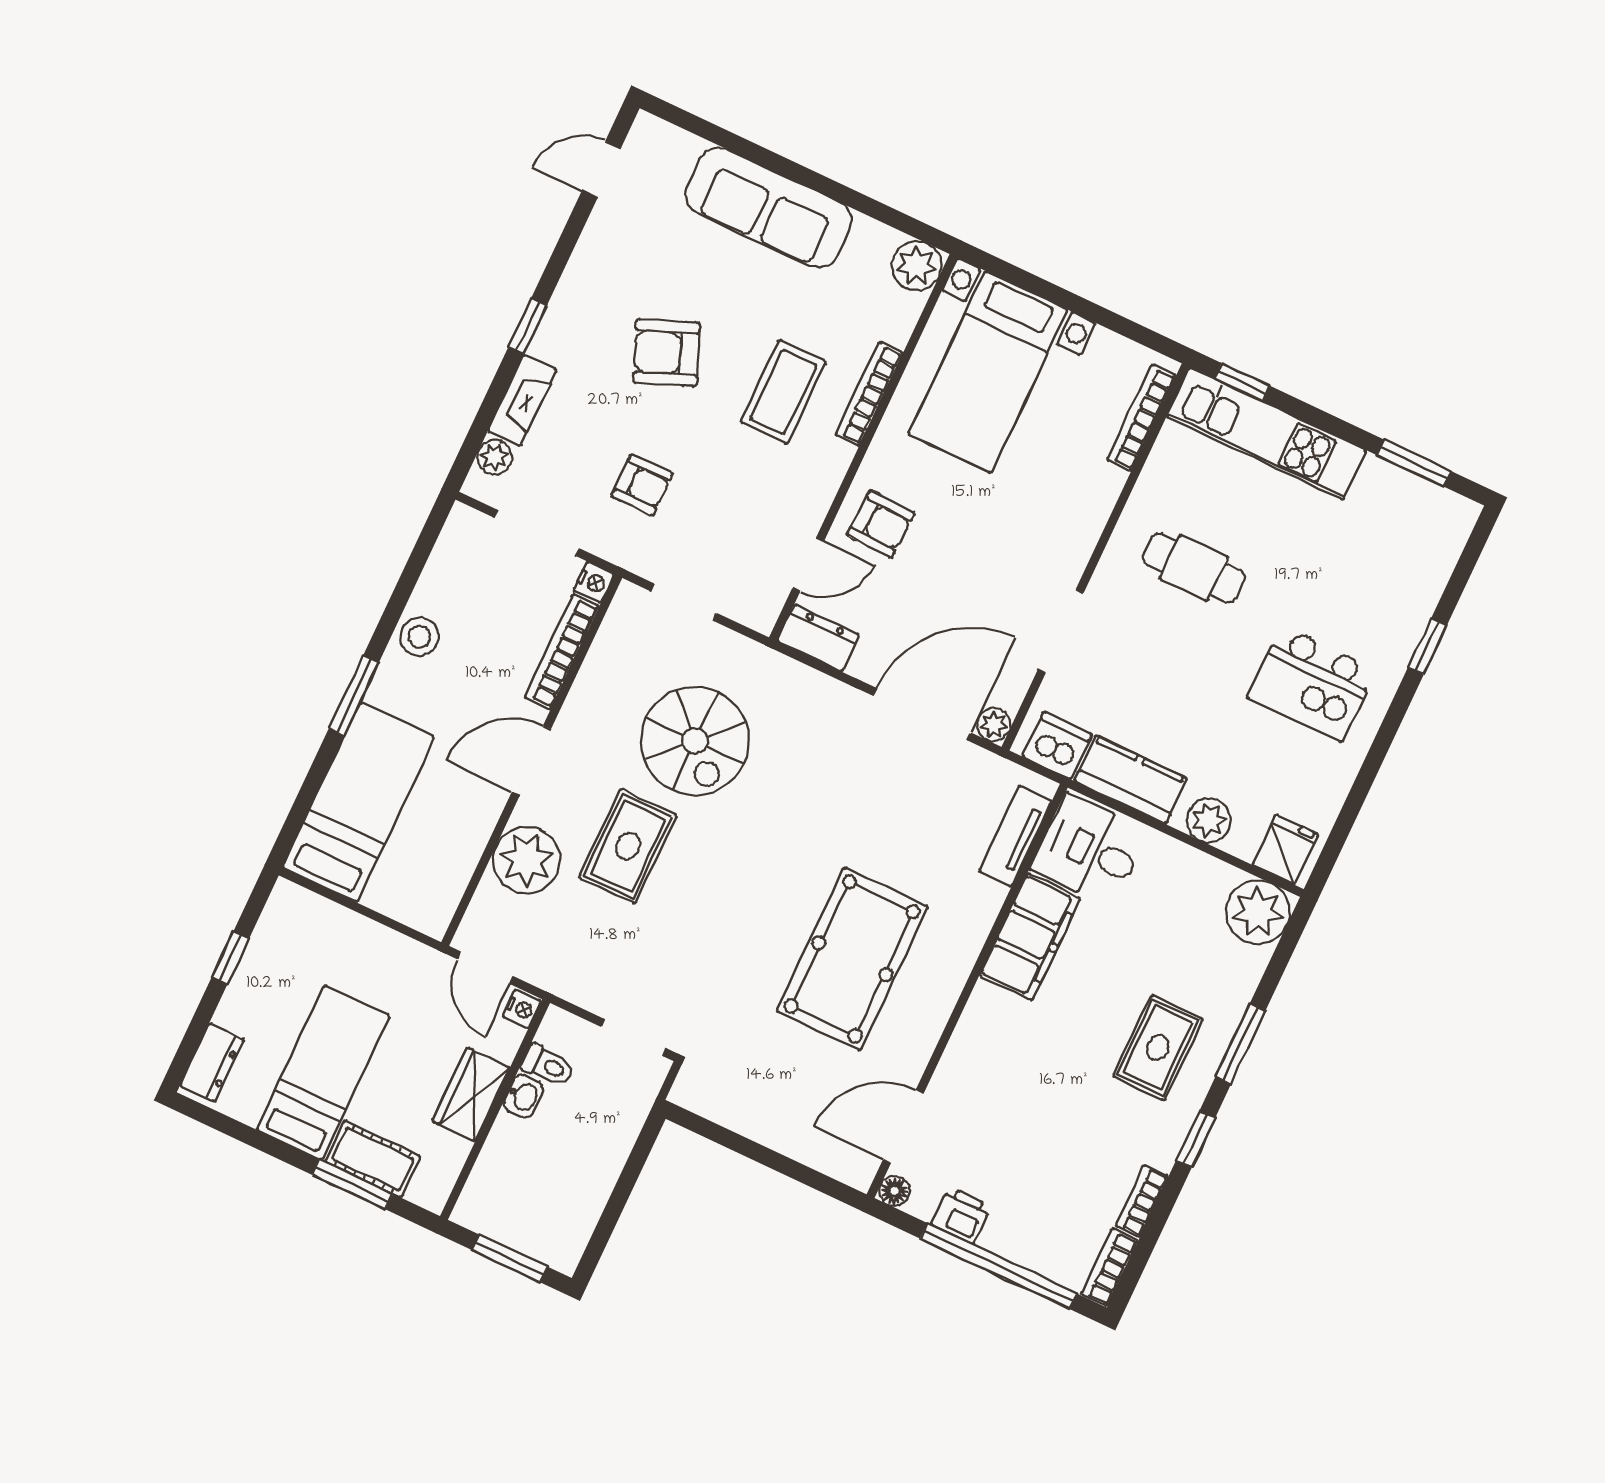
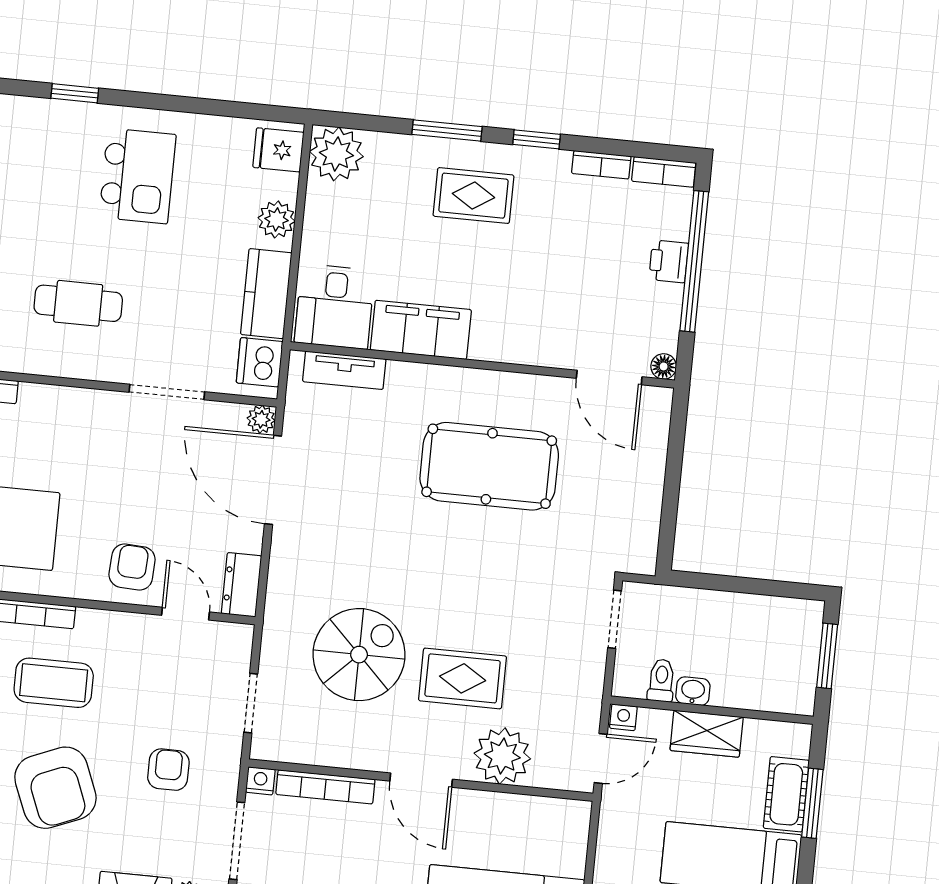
armchair: (666, 353) -> (55, 788), width x1.36, depth x1.36
cafe table: (1194, 568) -> (78, 303), turned 90
printer: (961, 1215) -> (669, 261), moved

